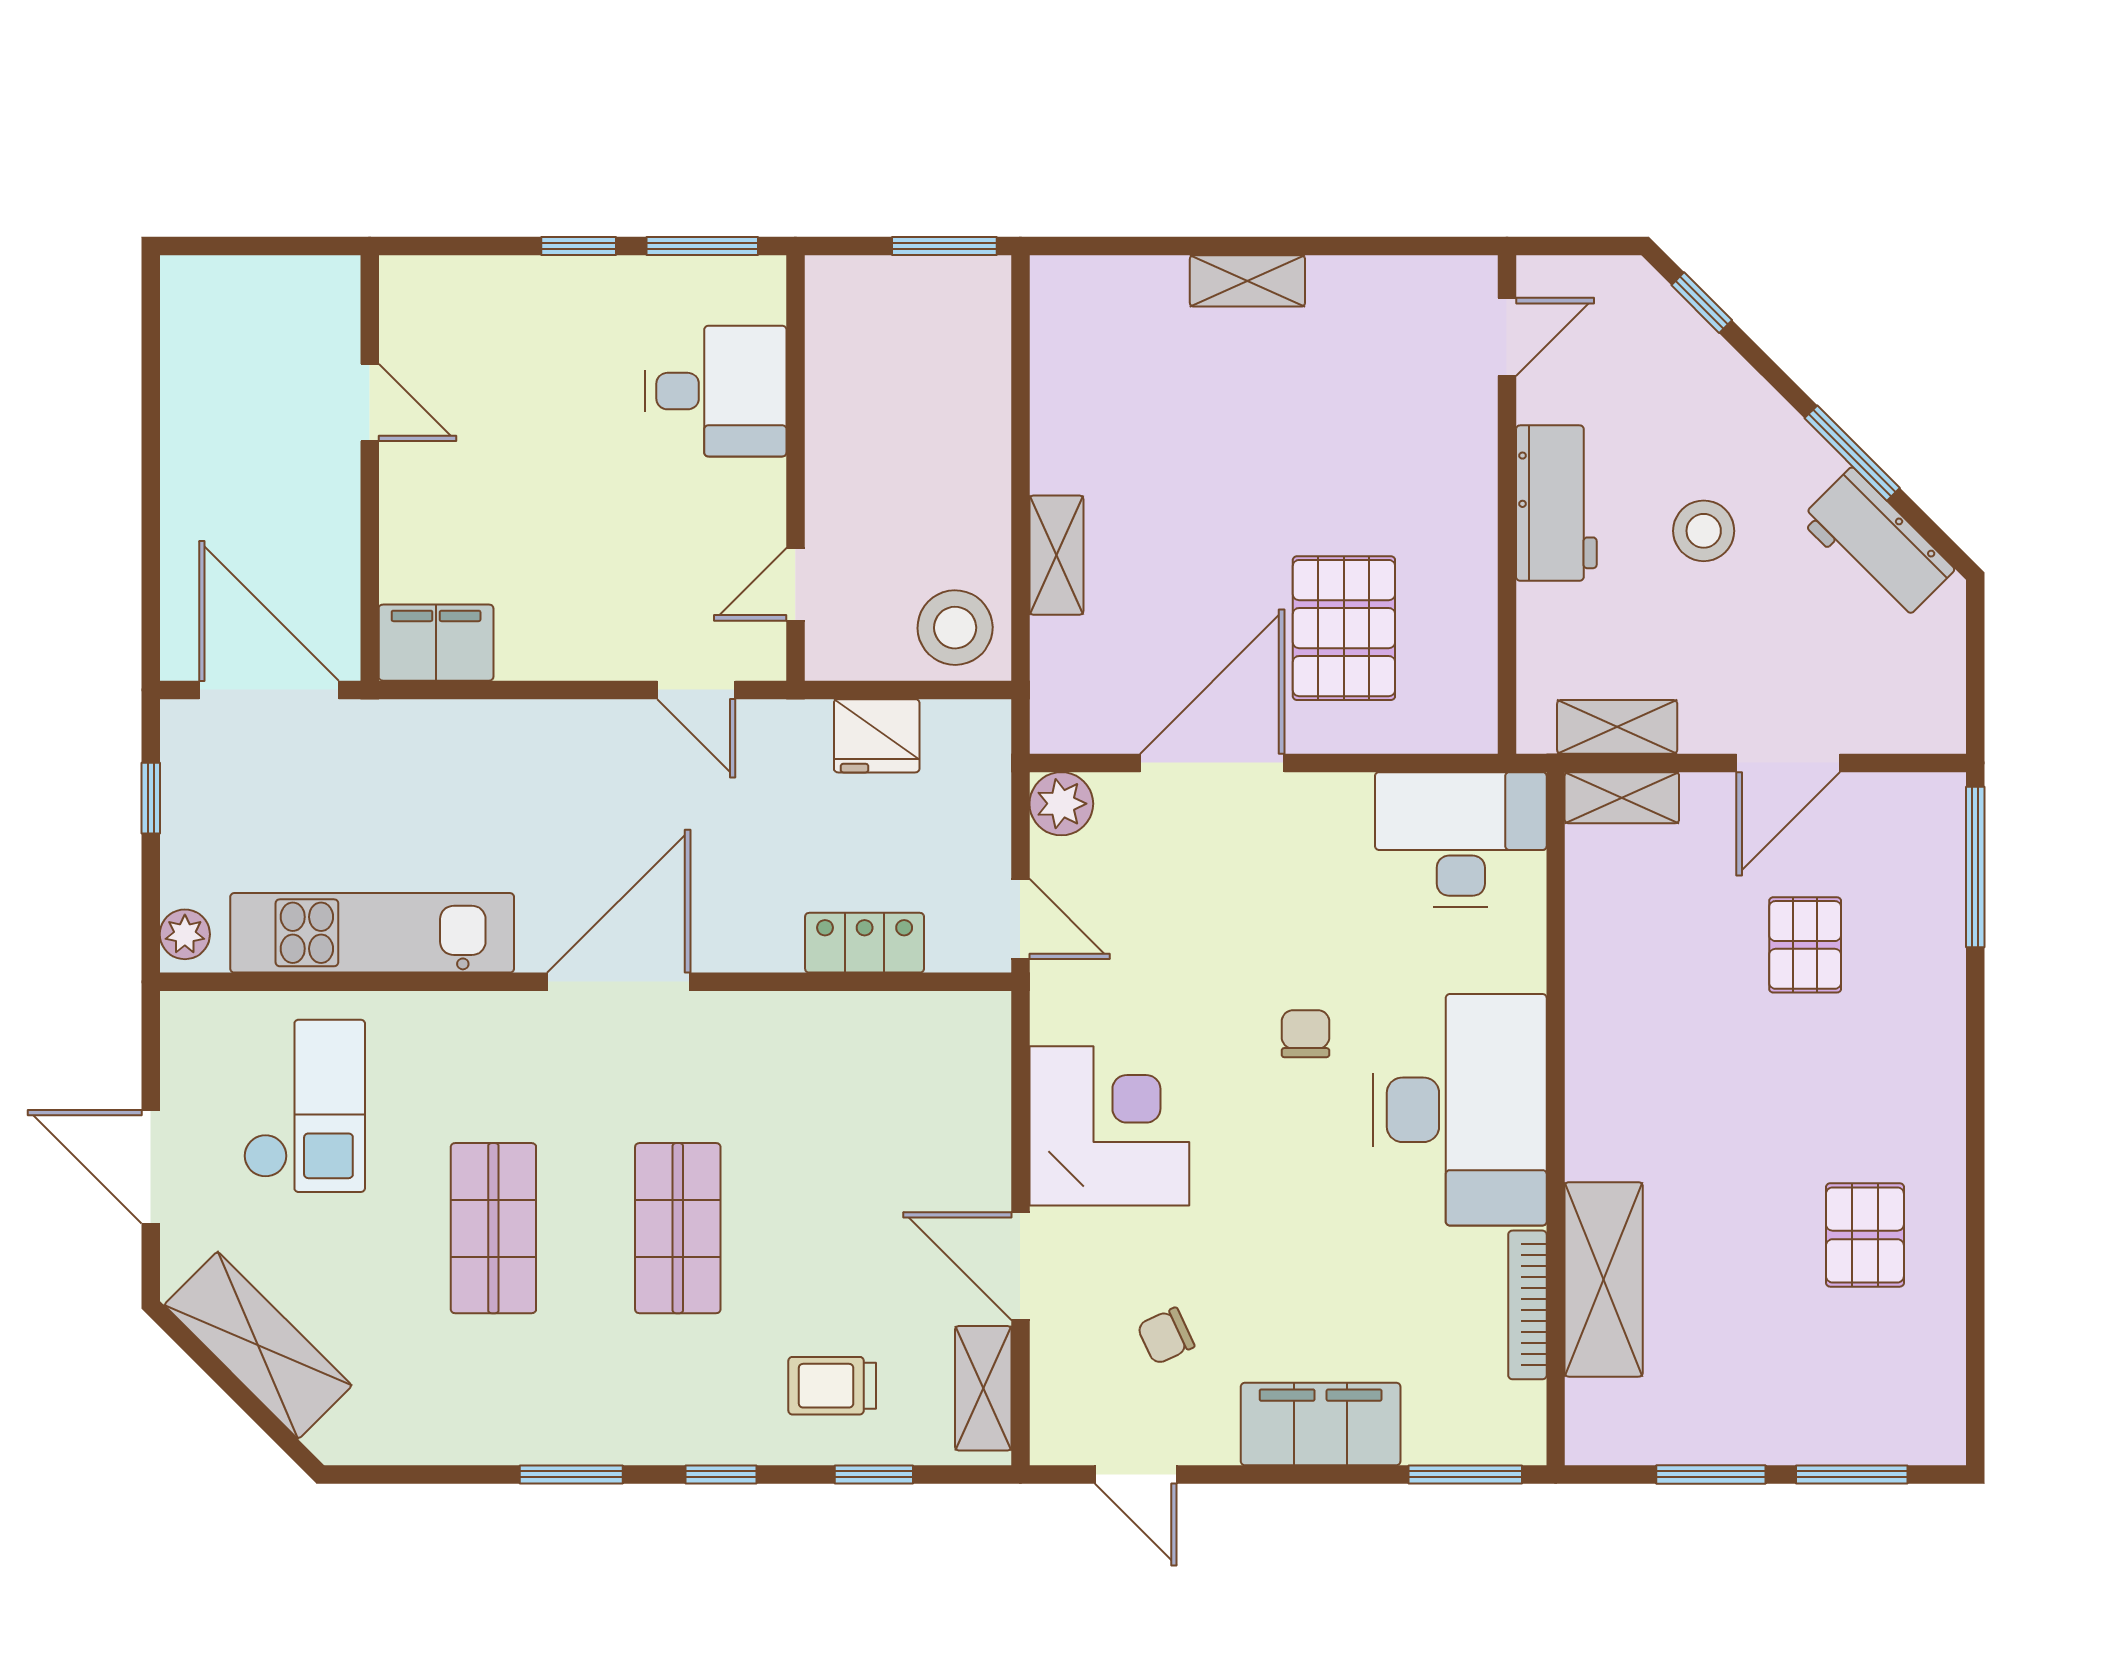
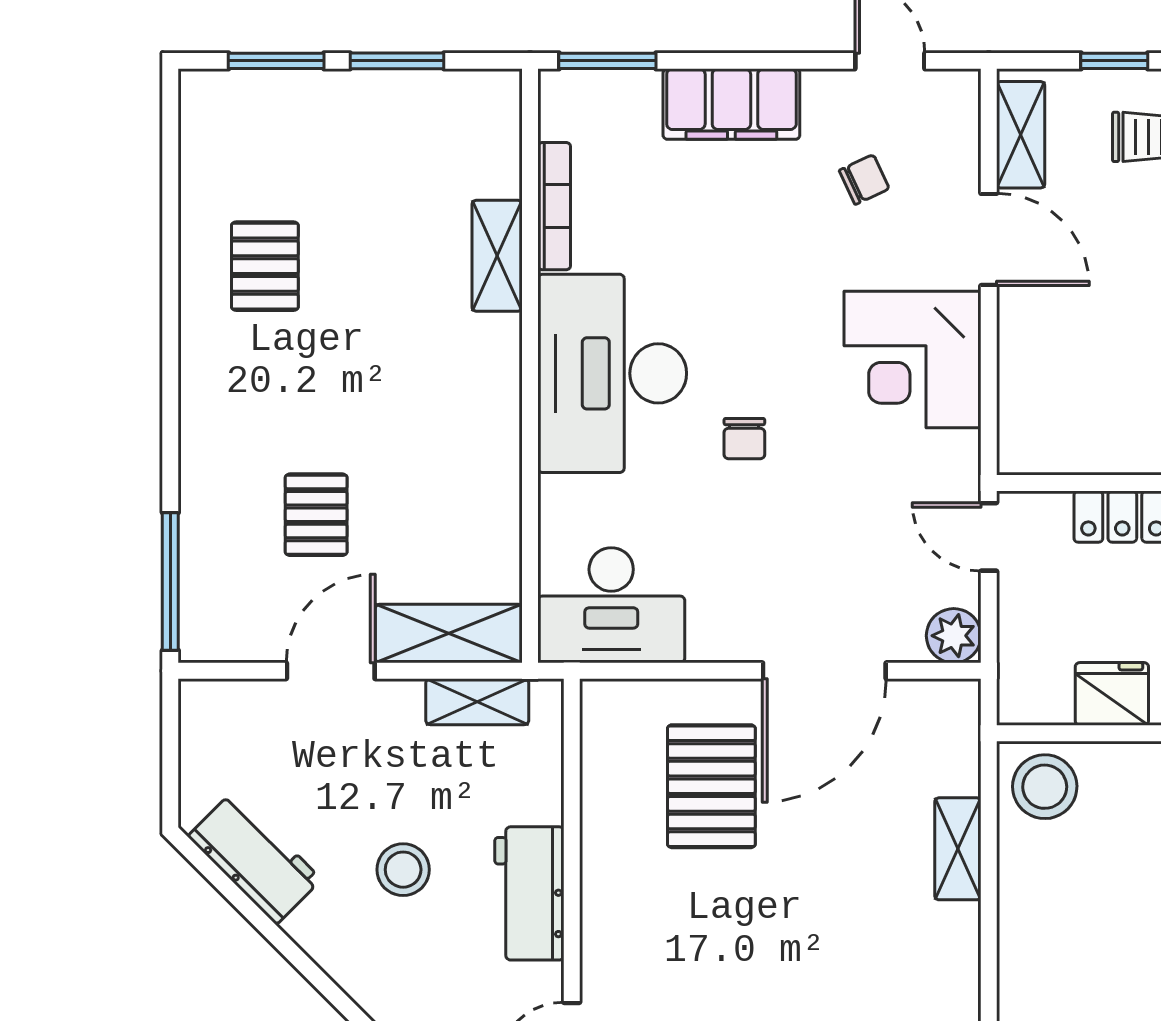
window: (1852, 453) -> (276, 936), removed
shelving: (1622, 798) -> (449, 634), width x1.50, depth x1.33
shelving: (1604, 1279) -> (497, 256), width x0.67, depth x0.75

